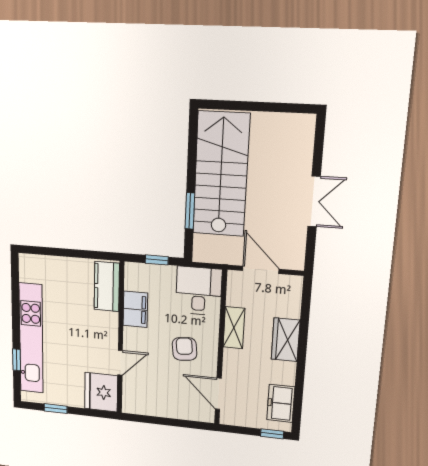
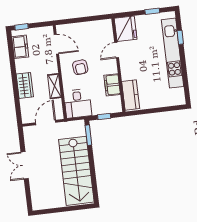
window: (190, 211) -> (88, 135), moved
door: (261, 270) -> (46, 122), swing flipped

